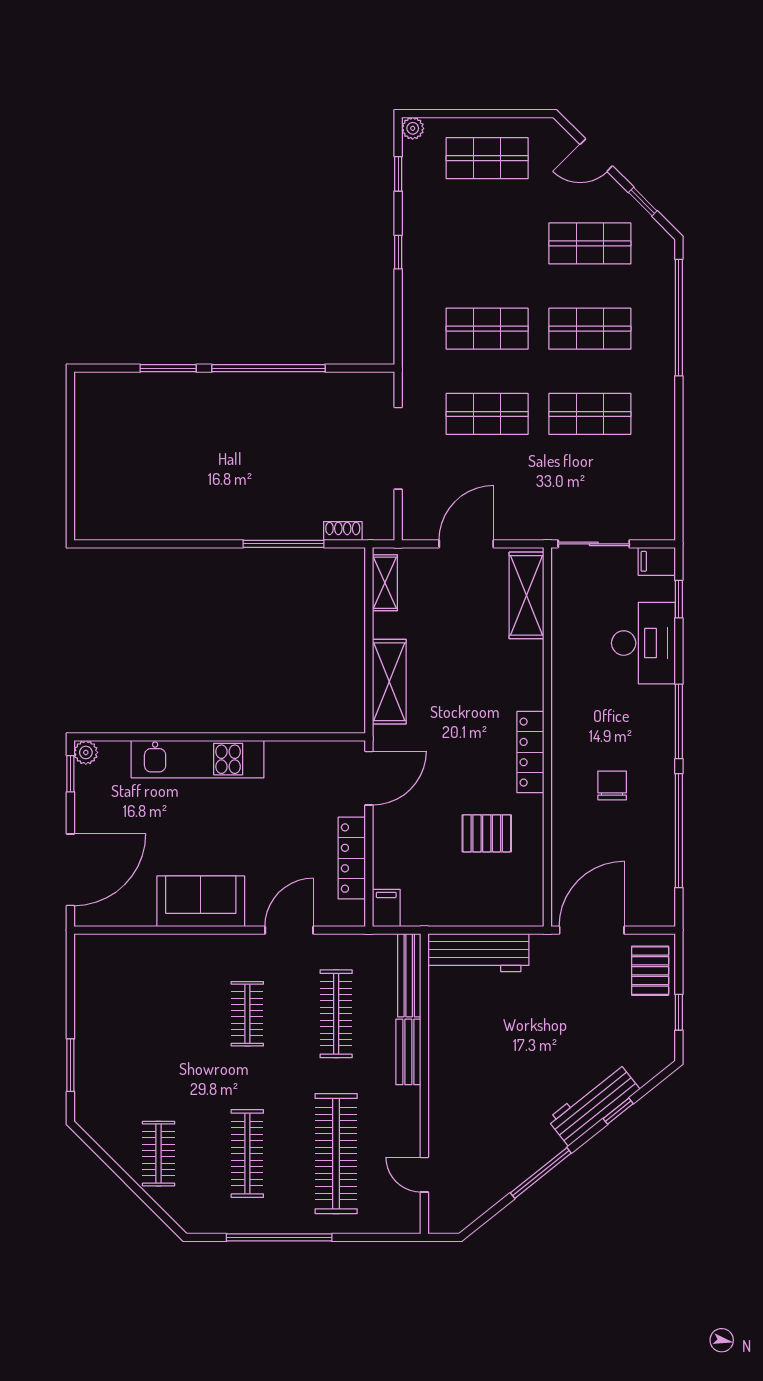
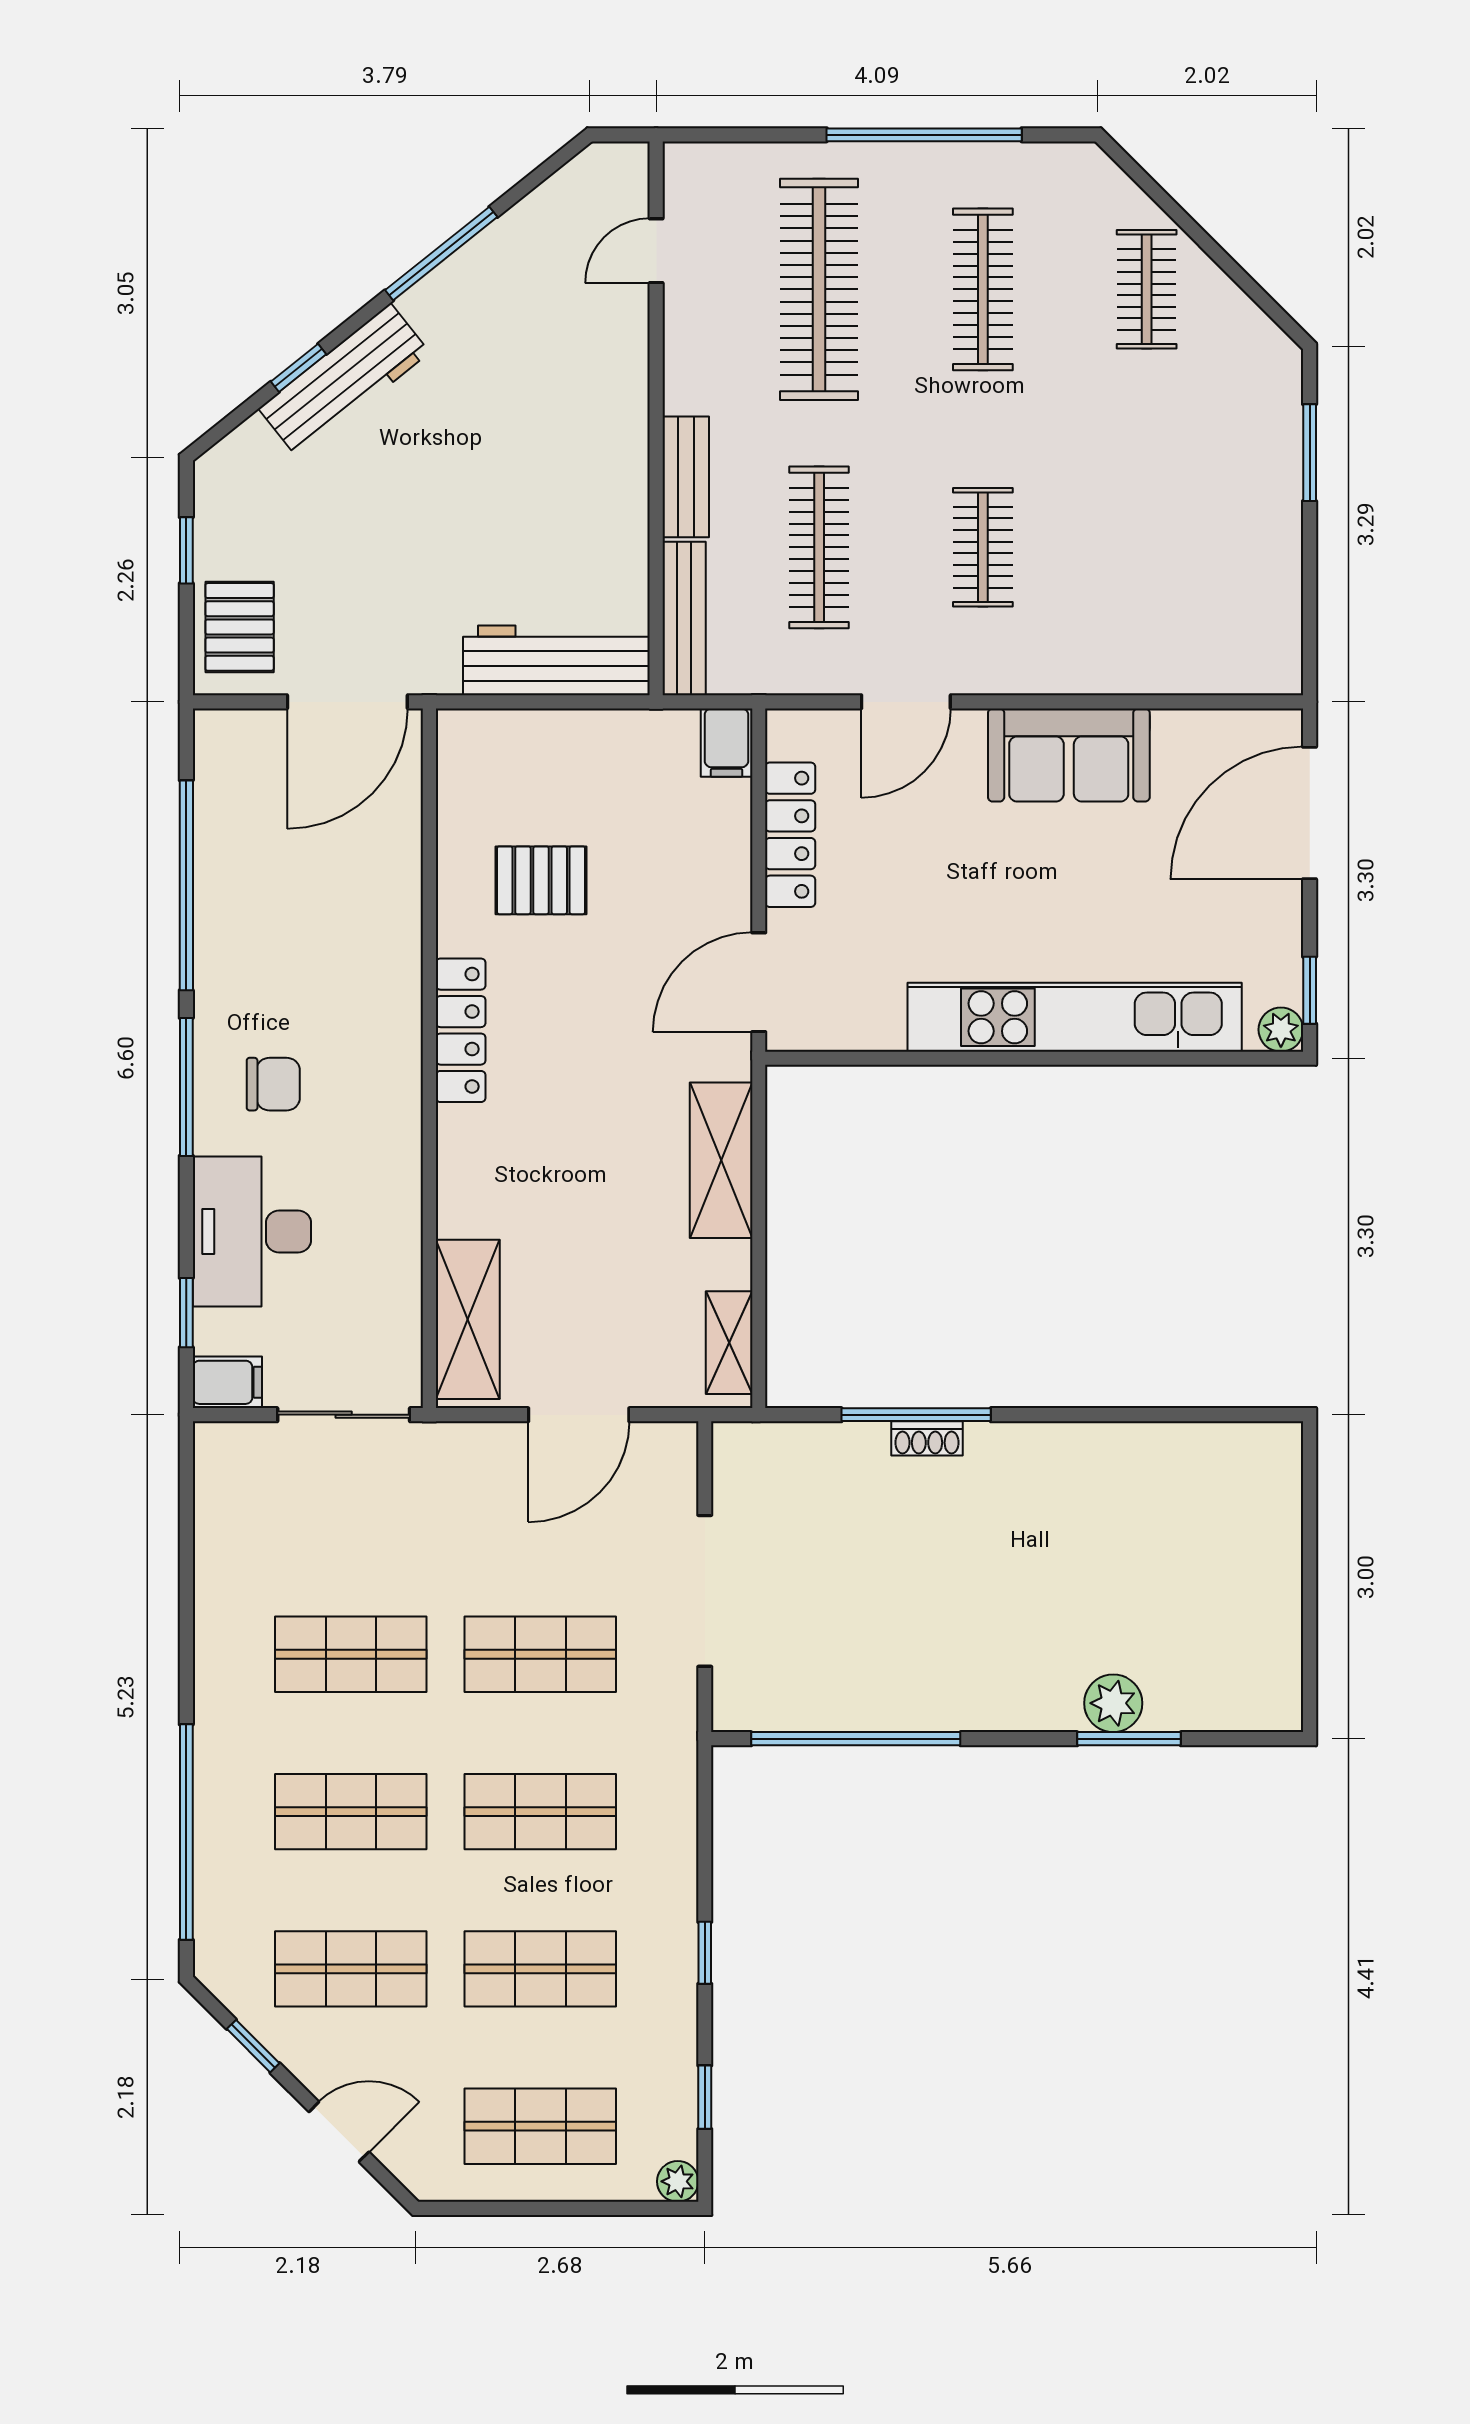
shop shelf: (487, 243) -> (540, 1969), added
window: (268, 368) -> (856, 1739), moved
plant: (177, 387) -> (1113, 1703), added
shoe rack: (343, 531) -> (927, 1438), moved
kitchen unit: (198, 759) -> (1075, 1017), width x1.36
chair: (612, 785) -> (273, 1084), moved, turned -90
door: (424, 1175) -> (656, 251), swing flipped

